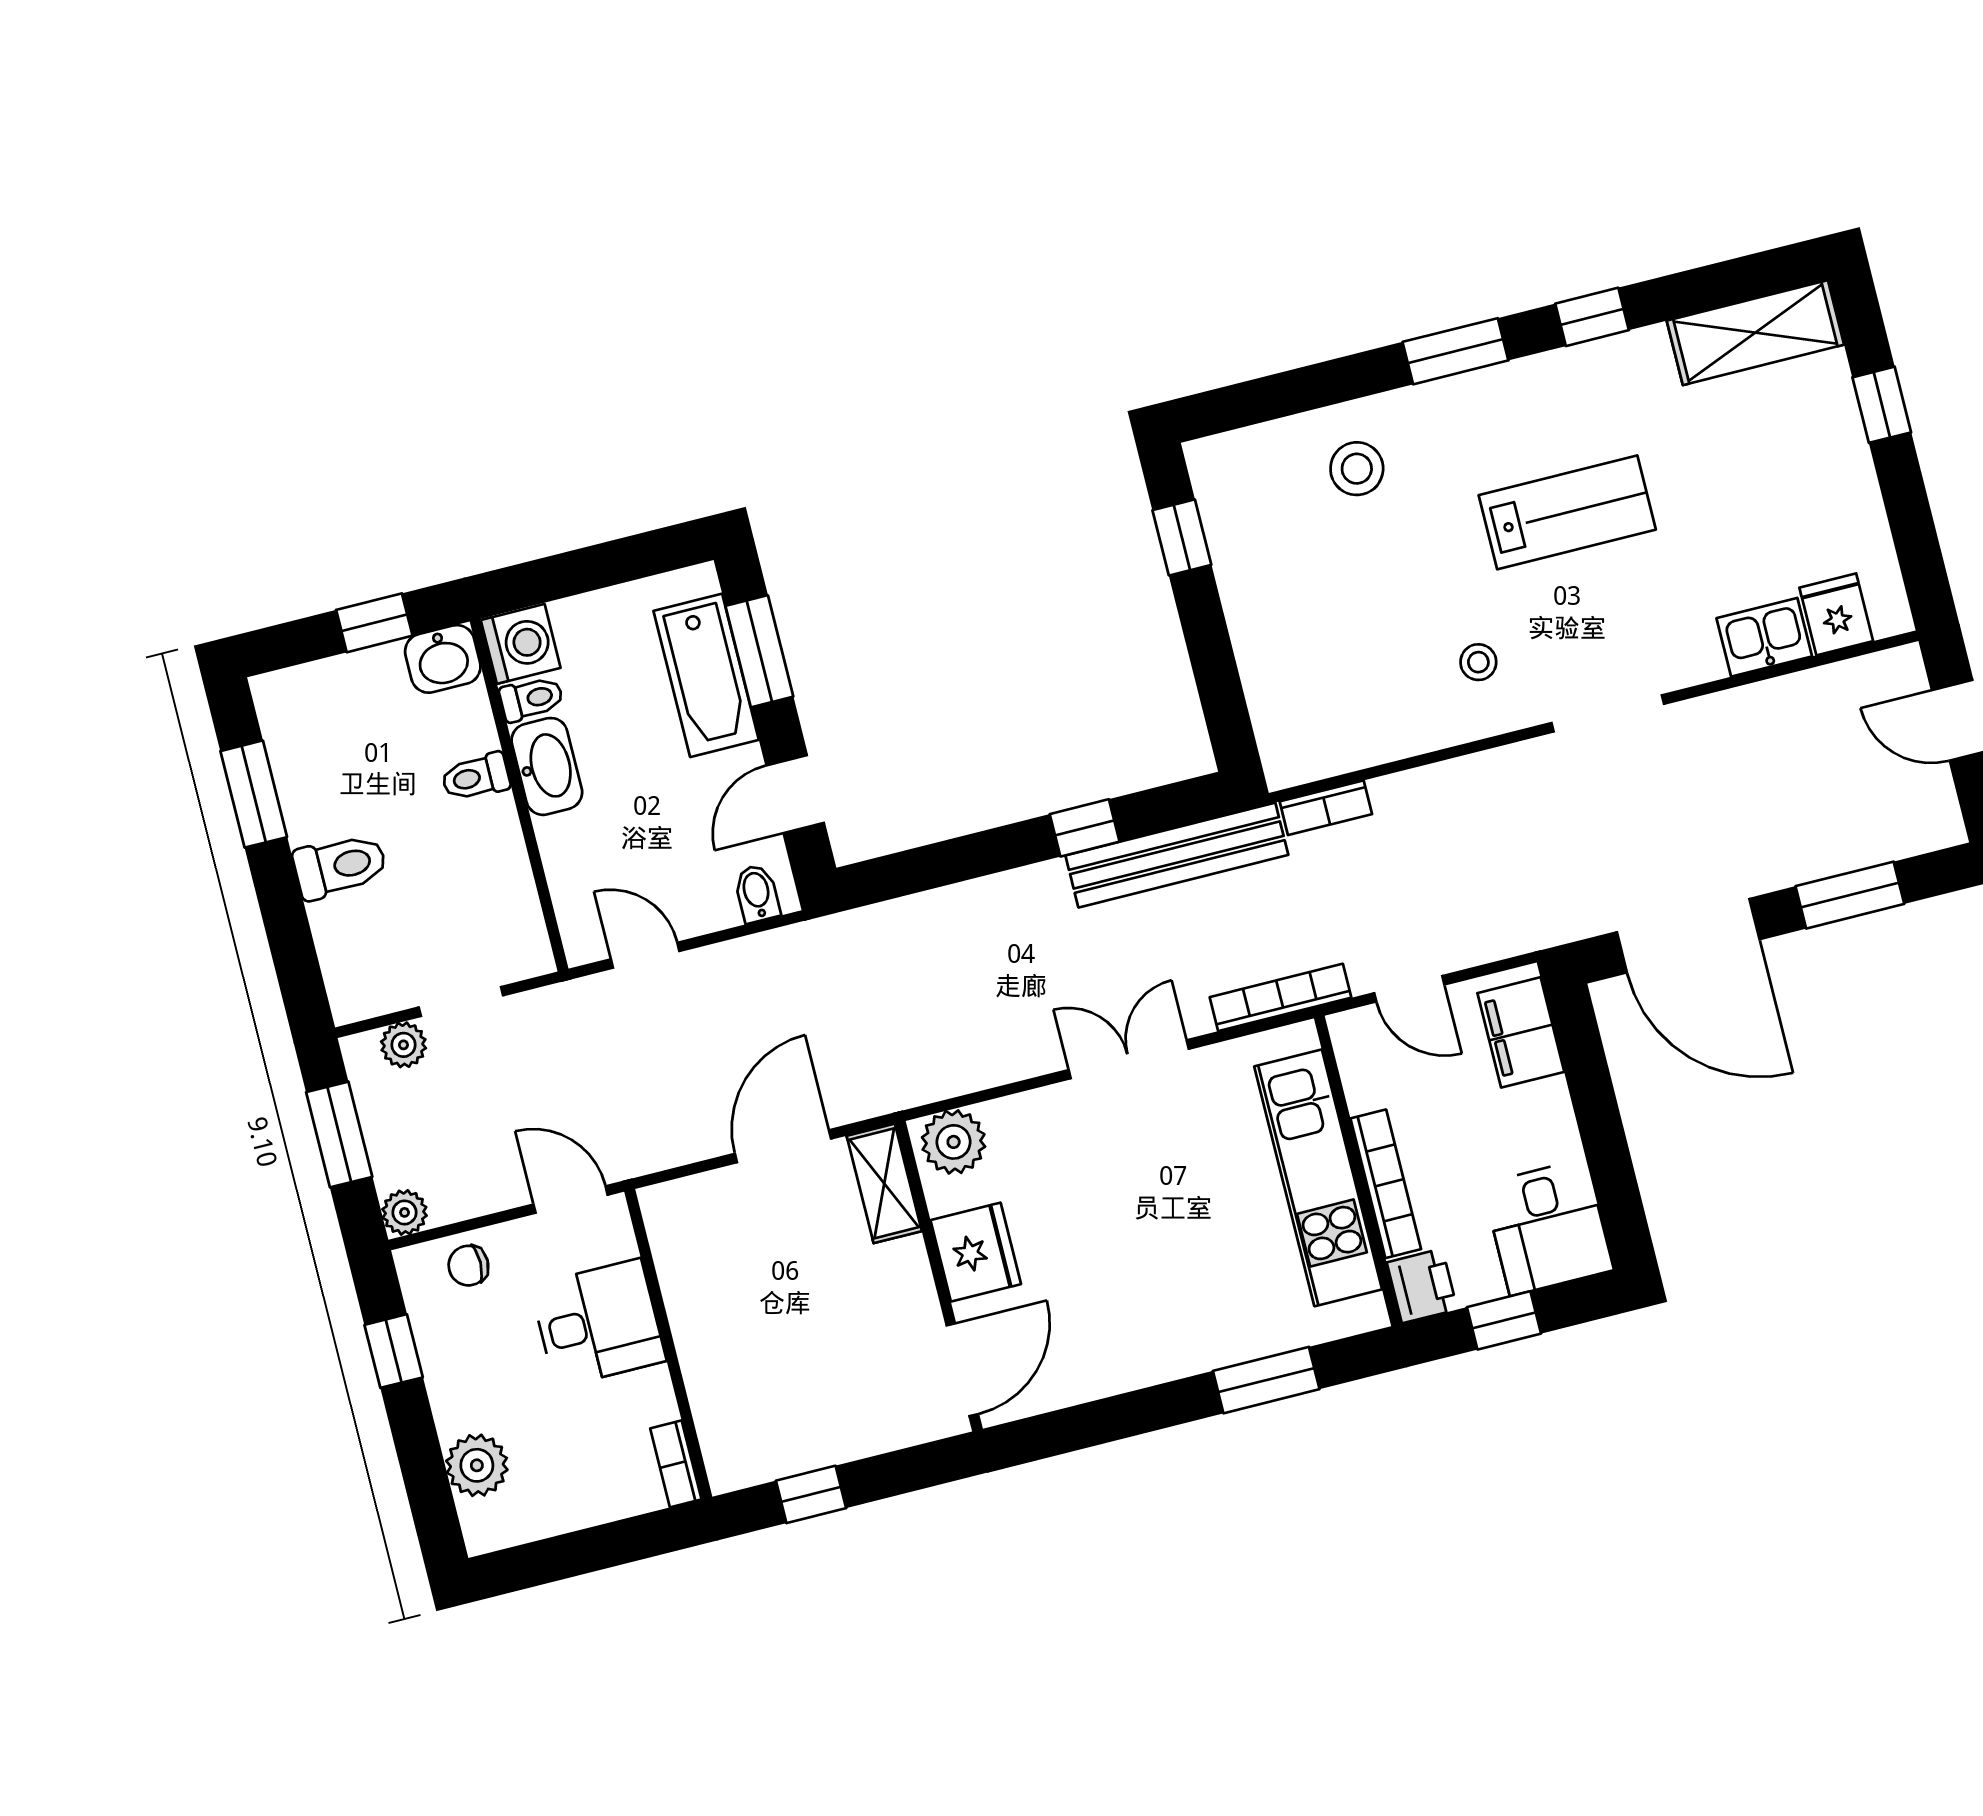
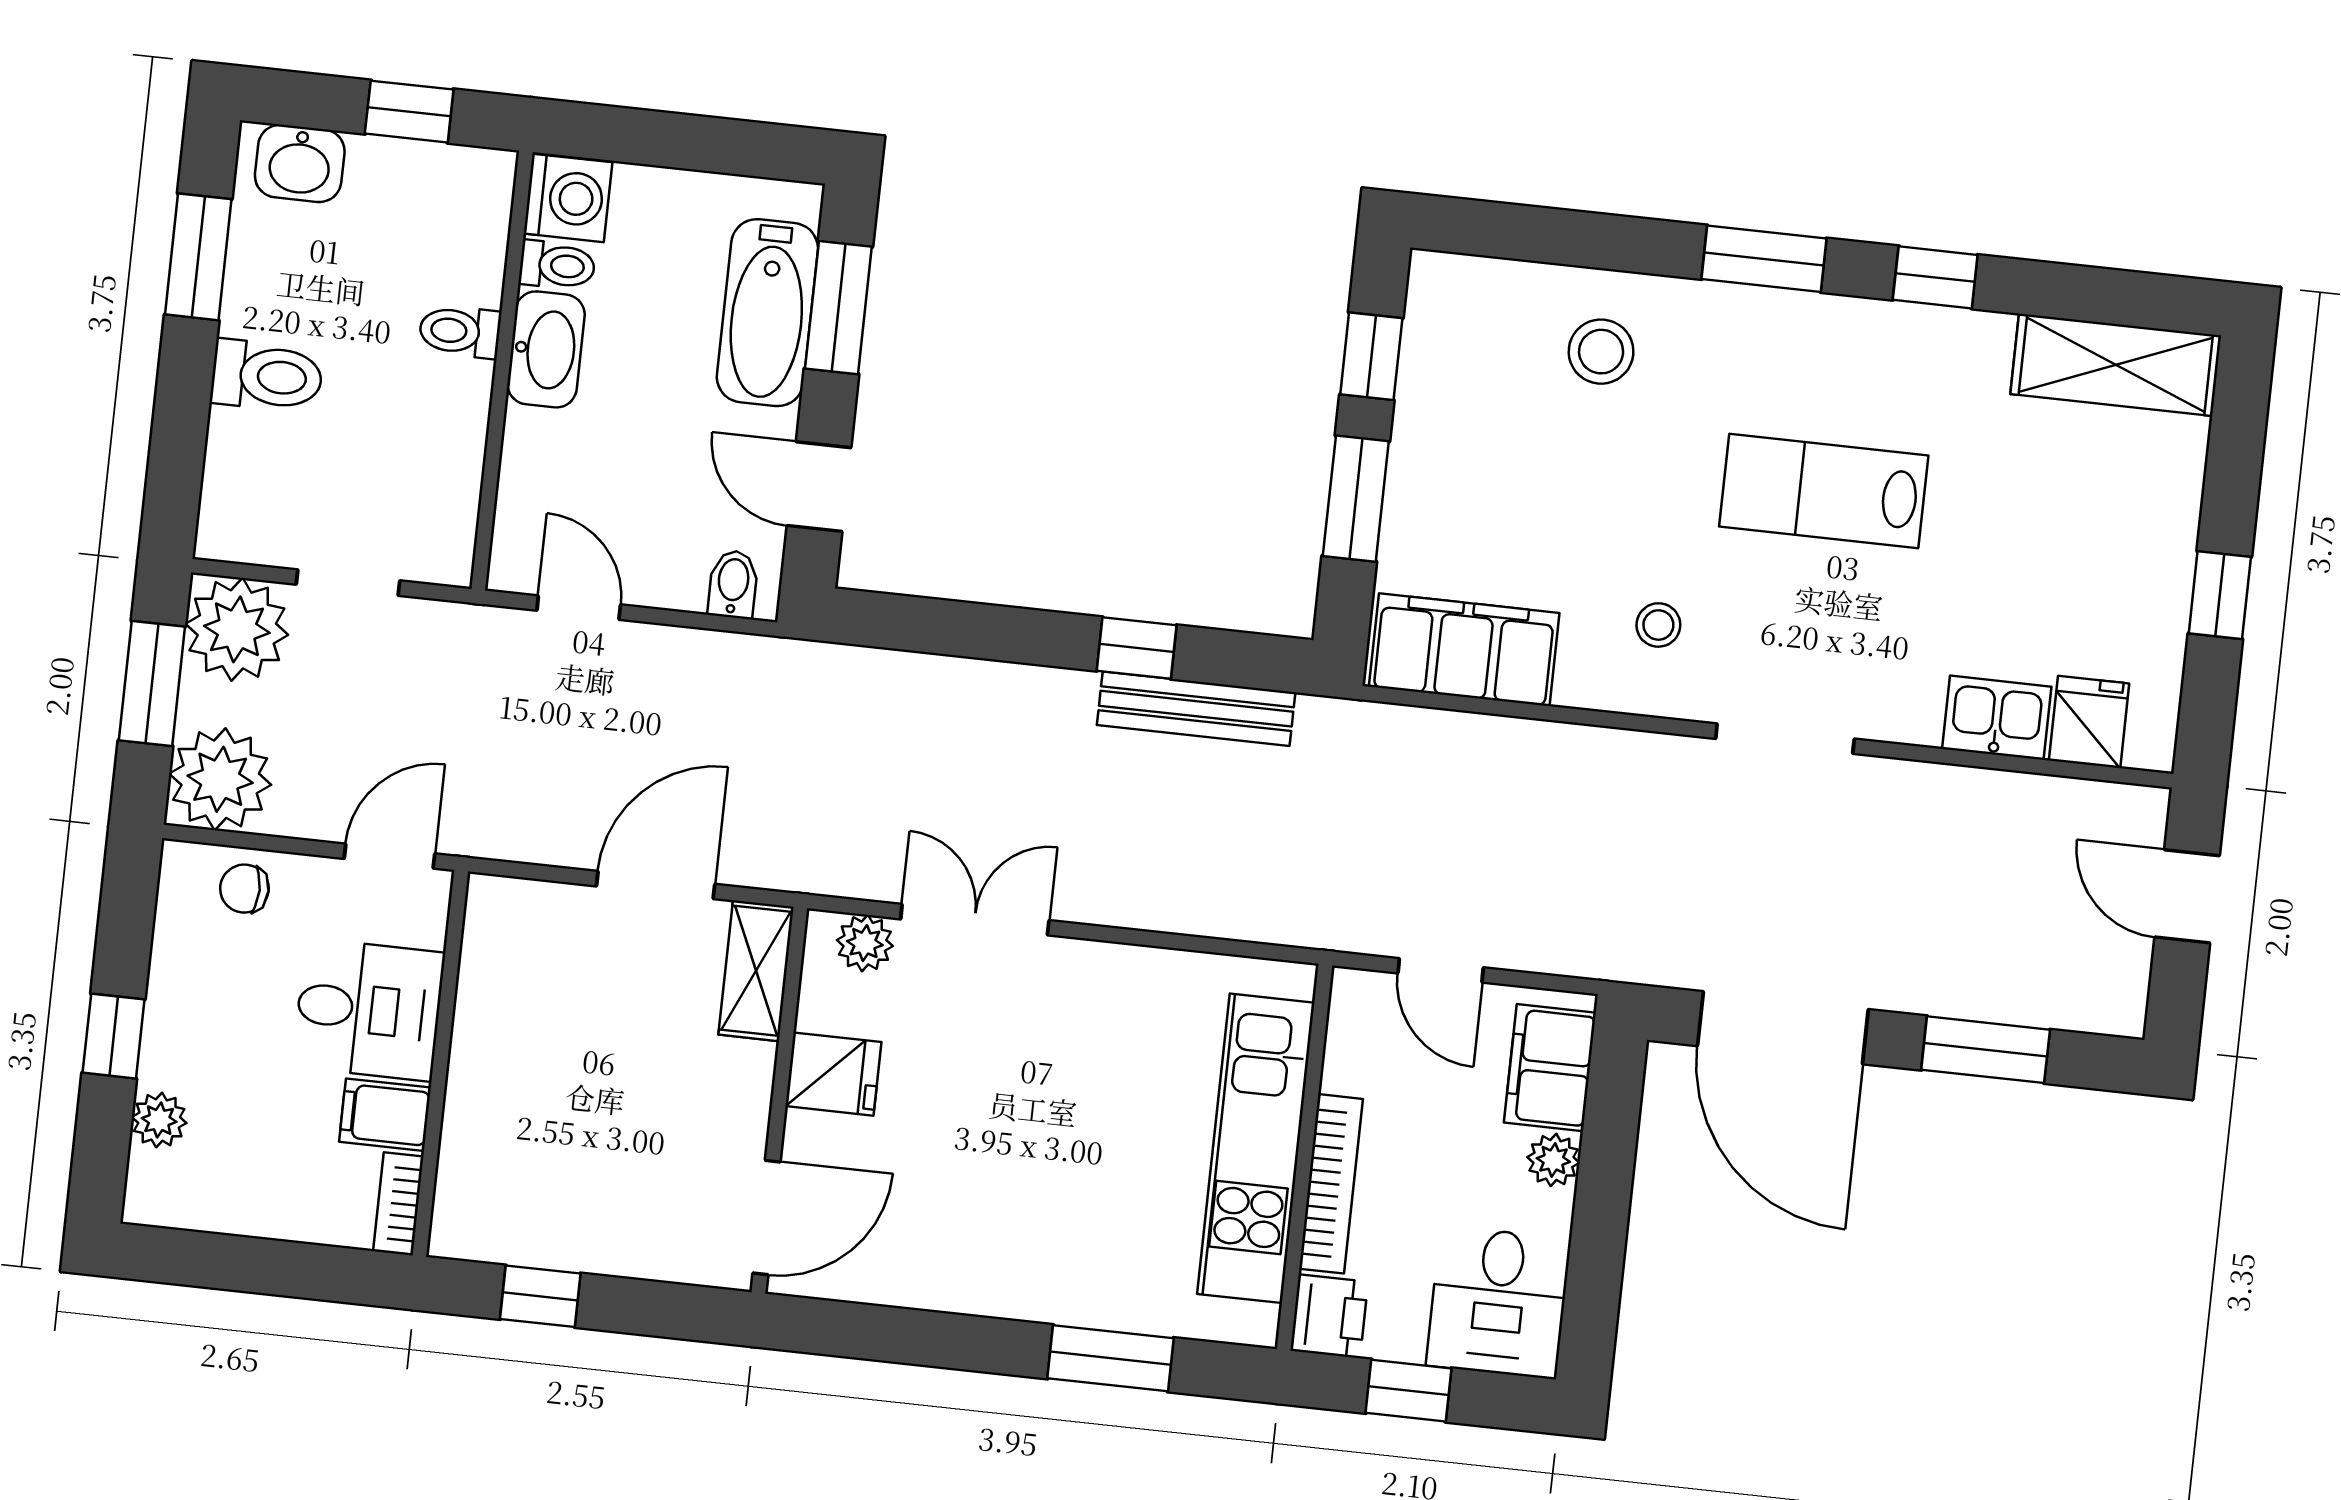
window: (1882, 405) -> (2220, 595), moved
lab bench: (1567, 512) -> (1824, 491), turned 180
window: (1210, 651) -> (1356, 499), added
washbasin: (443, 659) -> (300, 163), moved
filing cabinet: (1336, 736) -> (1464, 650), added
door: (795, 794) -> (819, 487), hinge flipped
bookcase: (1326, 808) -> (1422, 727), removed
bench: (1177, 855) -> (1196, 709), width x0.73, depth x0.82
bookcase: (1281, 997) -> (1289, 926), removed
plant: (403, 1045) -> (237, 629), width x1.87, depth x1.87
double door: (1129, 1059) -> (975, 920), moved
plant: (1550, 1102) -> (1553, 1160), added
plant: (954, 1142) -> (865, 943), width x0.73, depth x0.73
door: (571, 1200) -> (390, 856), hinge flipped
plant: (405, 1212) -> (220, 779), width x1.87, depth x1.87
fridge: (976, 1252) -> (833, 1074), width x0.72
window: (394, 1351) -> (114, 1036), moved
filing cabinet: (640, 1399) -> (385, 1115), added
plant: (477, 1465) -> (159, 1120), width x0.73, depth x0.73

